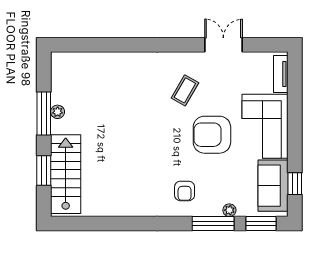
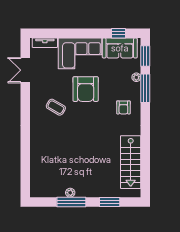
double door: (223, 45) -> (25, 70), moved
stairs: (66, 174) -> (131, 162), moved, turned -90
armchair: (185, 191) -> (123, 107), turned 90

